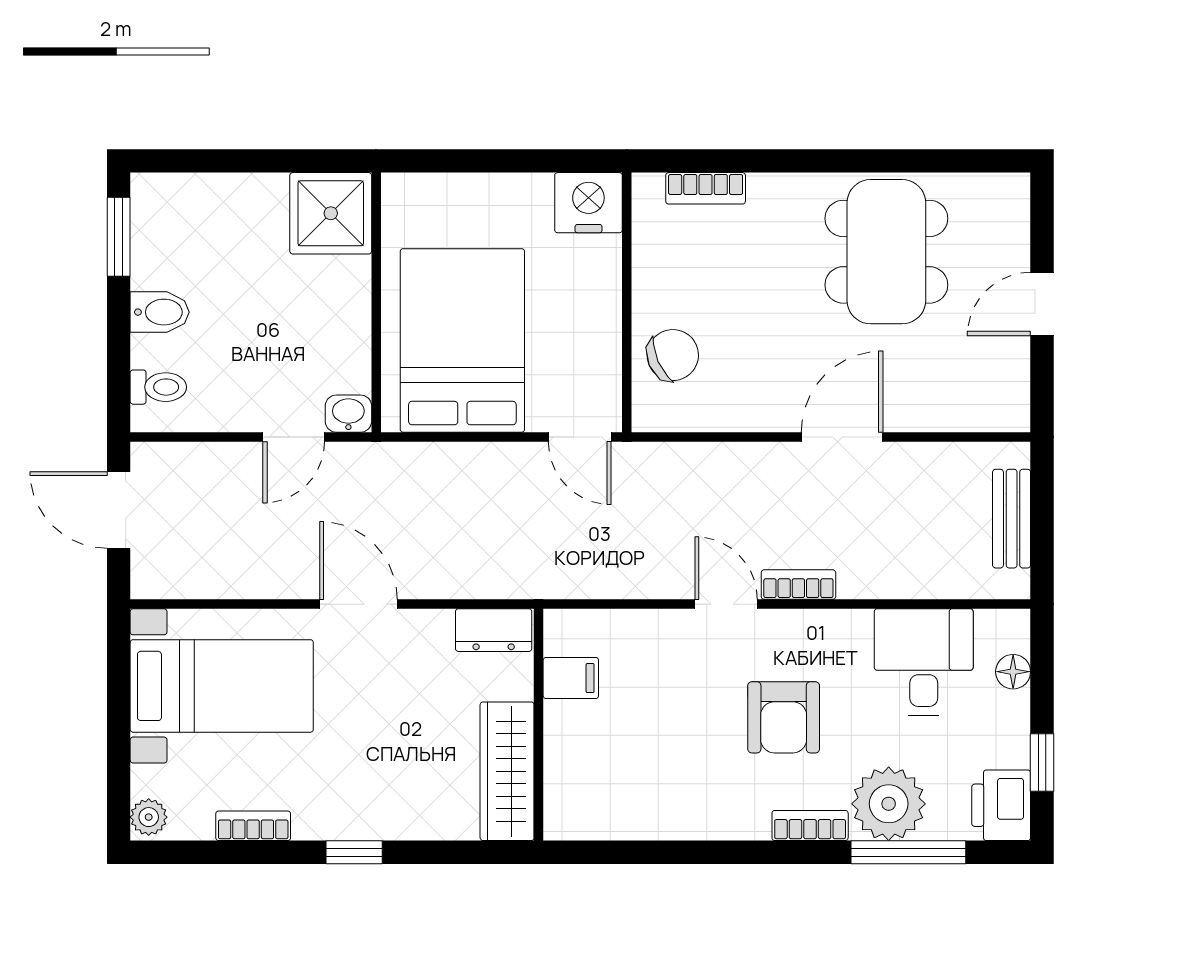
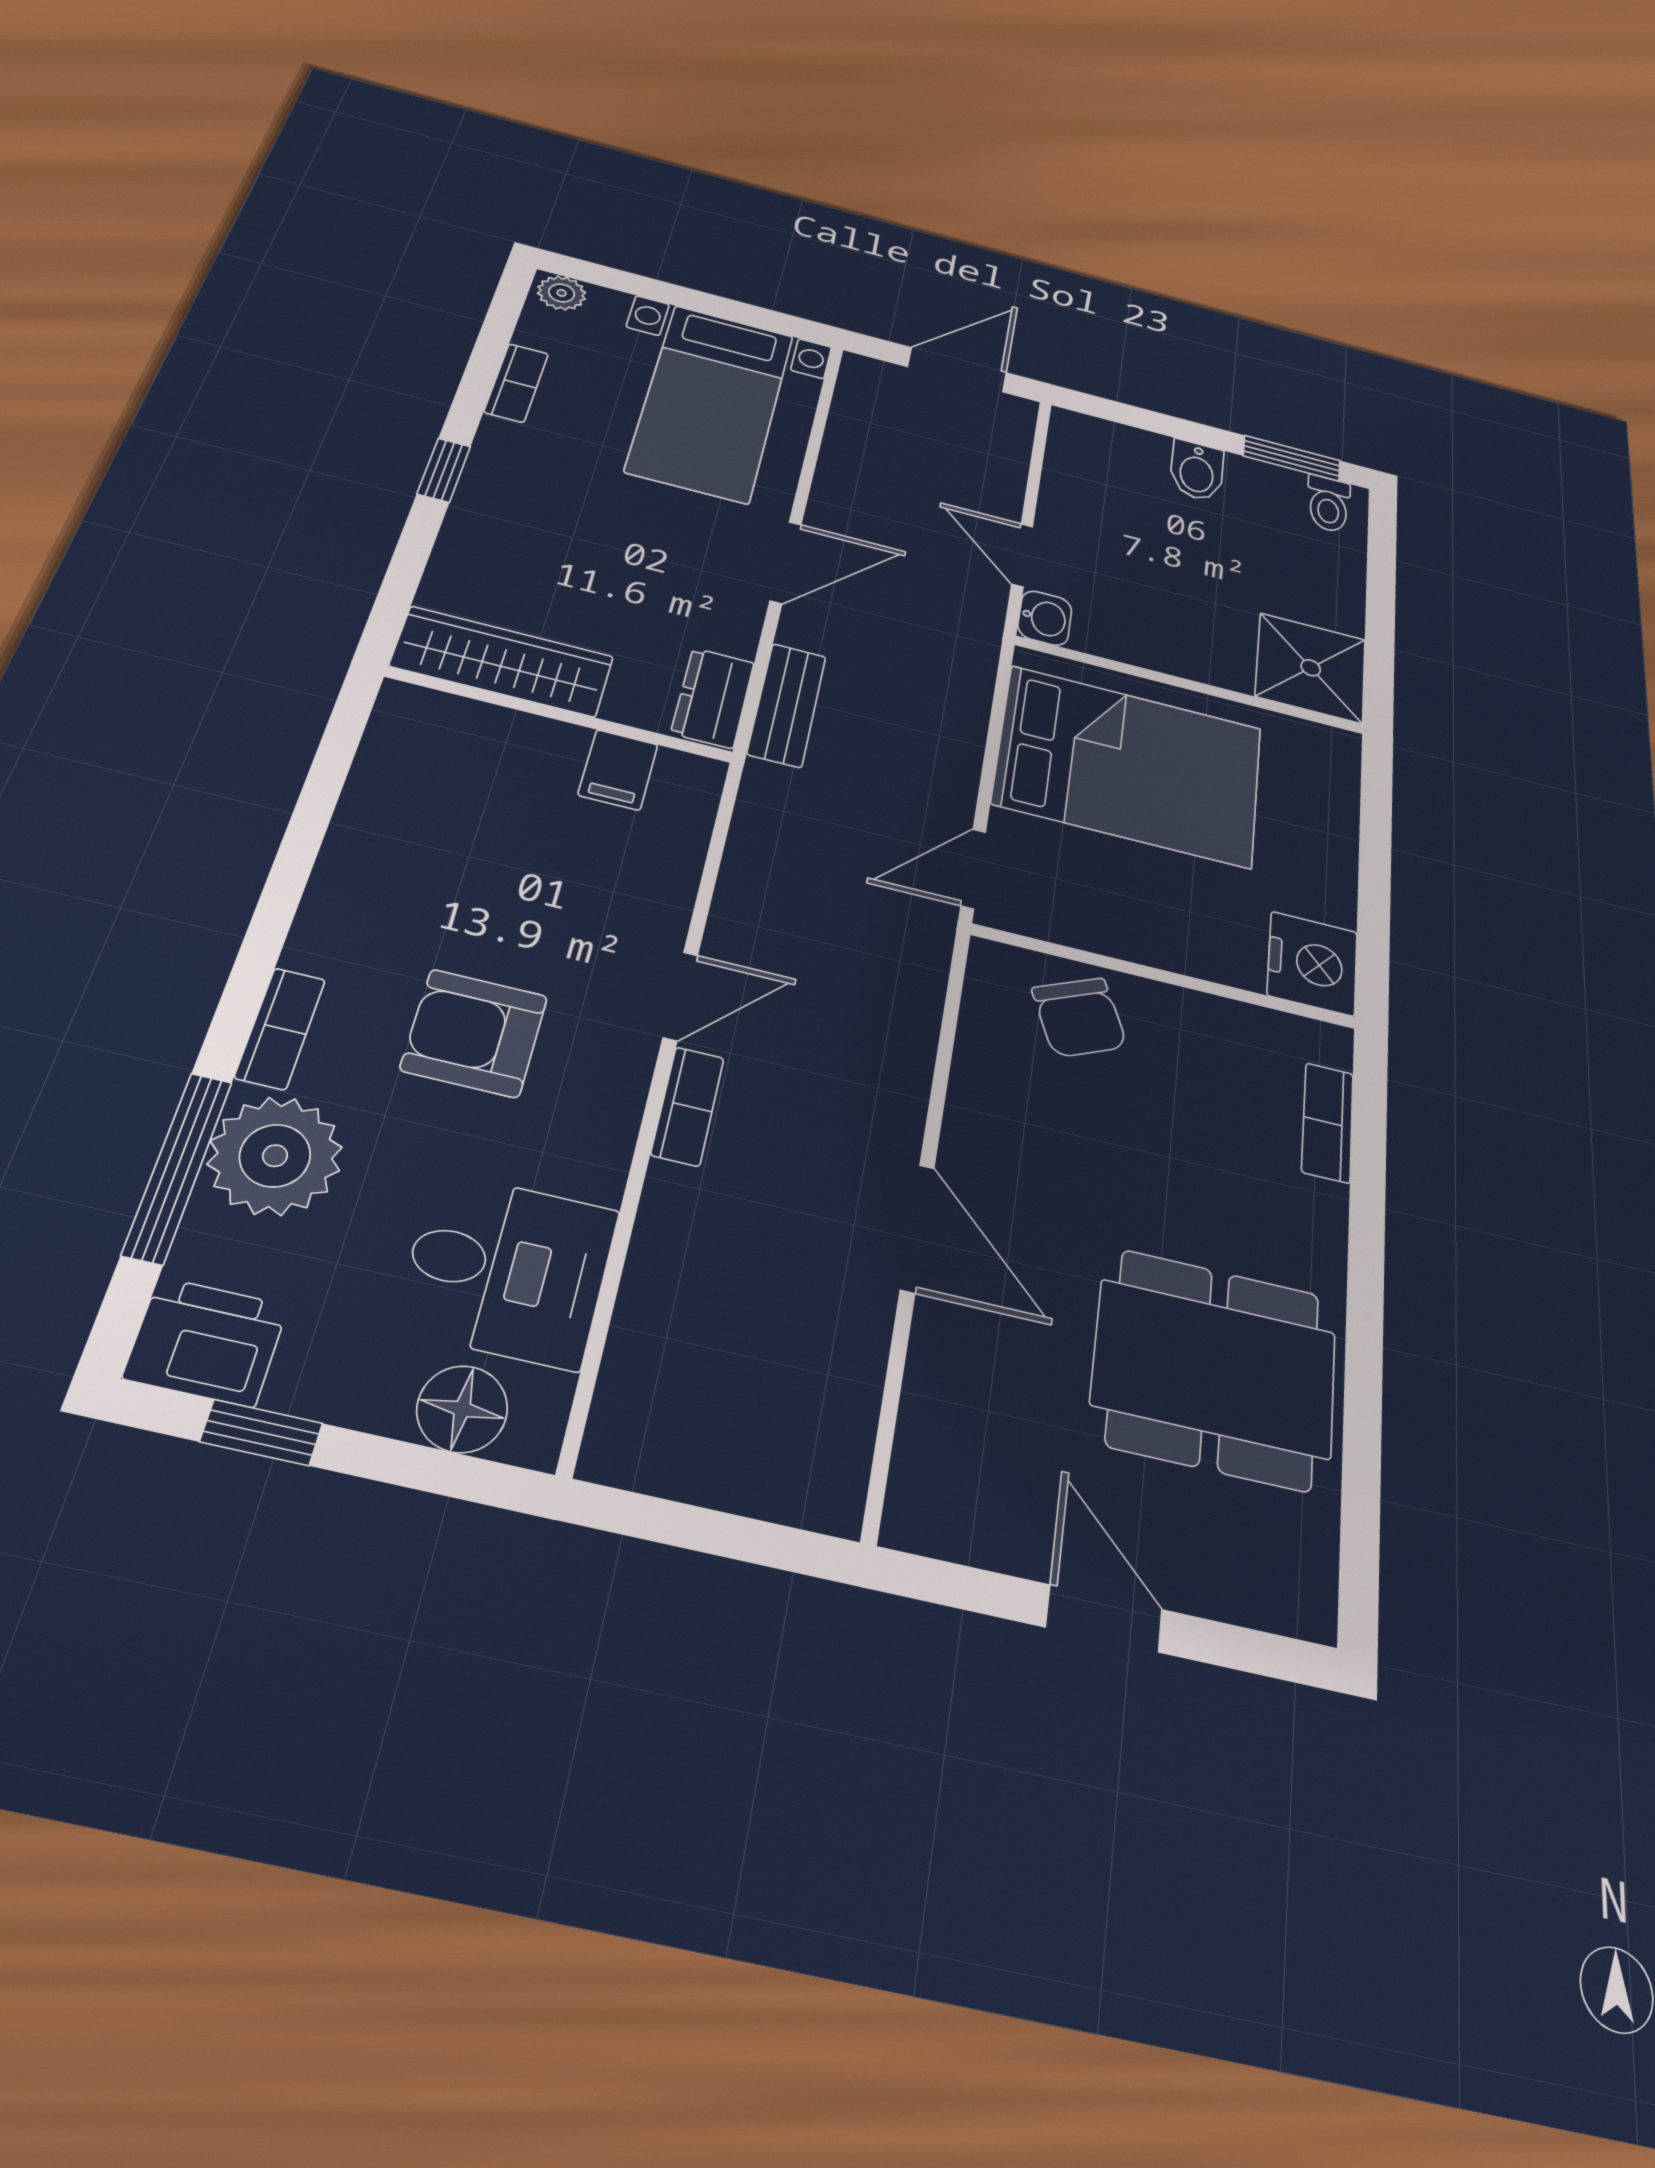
toilet: (158, 387) -> (1329, 504), moved
bench: (1012, 519) -> (787, 705), moved, turned 90
floor lamp: (1013, 672) -> (462, 1409), width x1.37, depth x1.37

